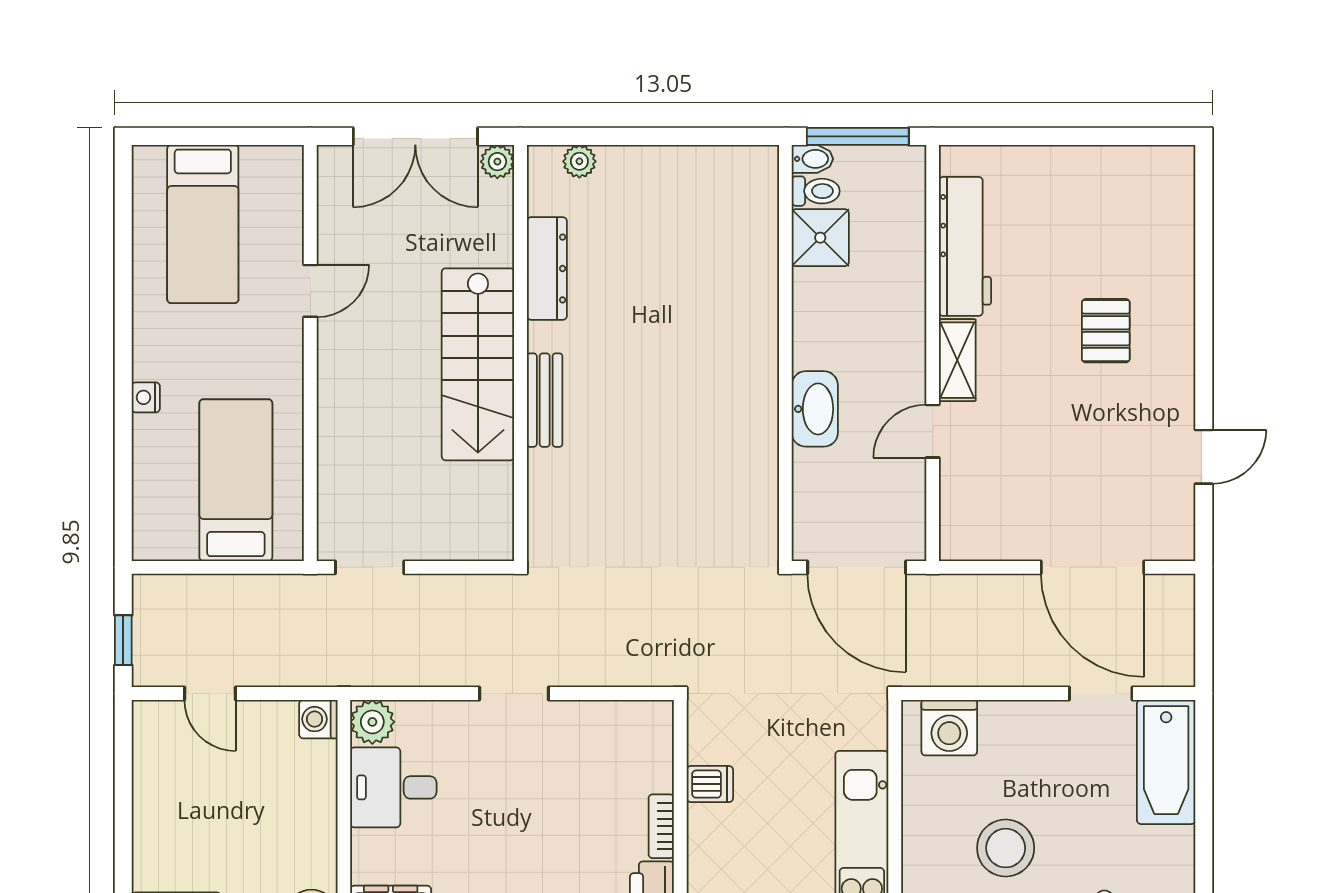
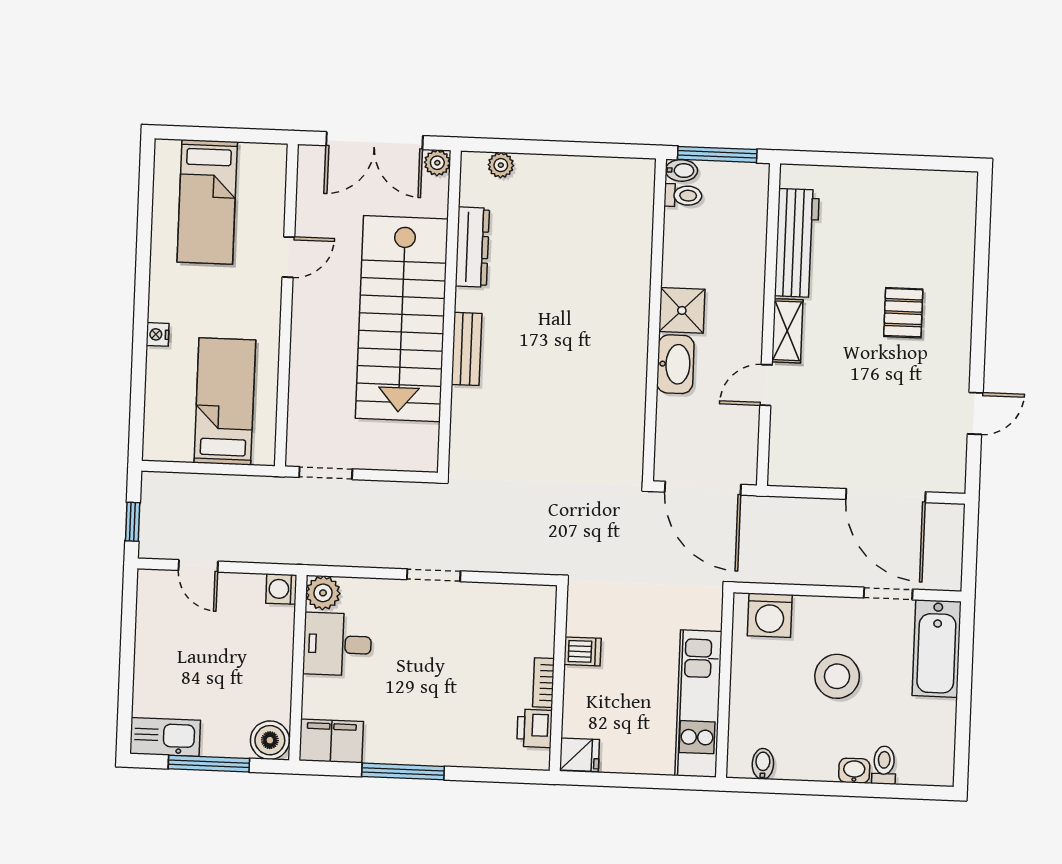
shower: (820, 238) -> (682, 310), moved
stairs: (478, 364) -> (402, 319), width x1.36, depth x1.51
stool: (1006, 848) -> (837, 676), moved

